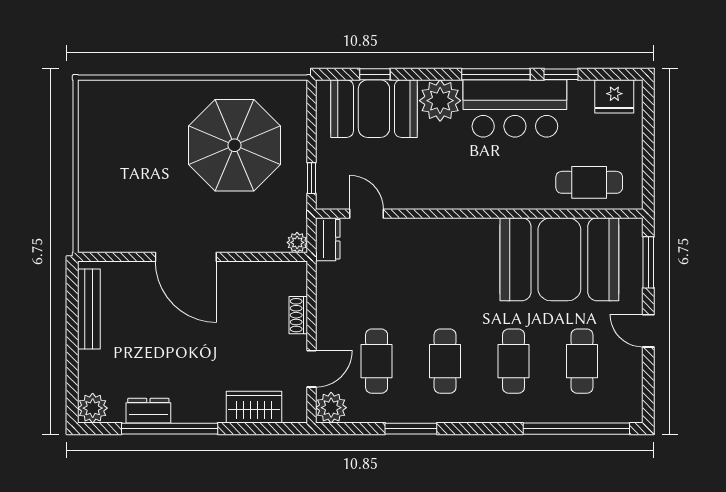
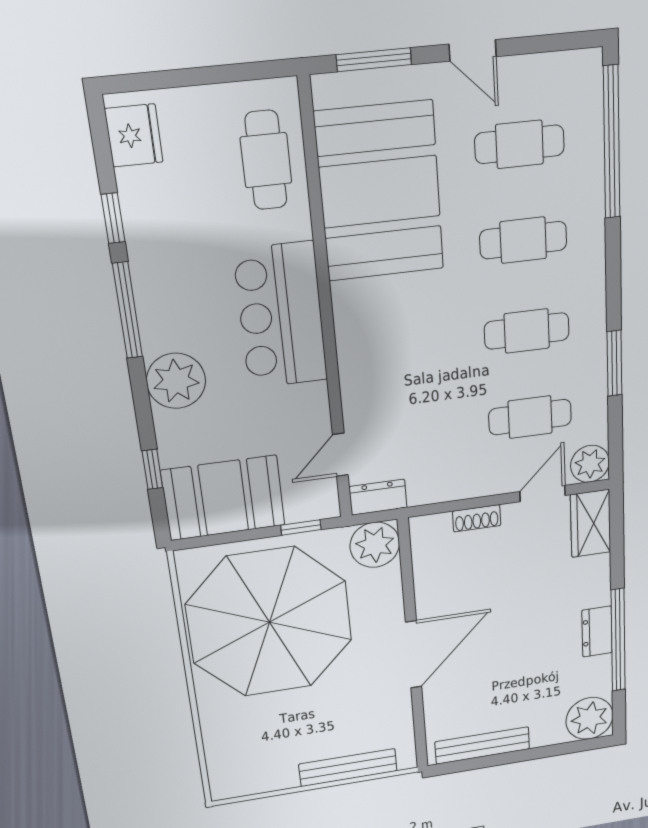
bar counter: (515, 108) -> (281, 316), moved, turned 180
booth: (374, 109) -> (223, 498), moved, turned 90
parasol: (235, 145) -> (269, 622), width x1.36, depth x1.36
bench: (89, 195) -> (348, 768), added
plant: (297, 242) -> (375, 545), width x1.88, depth x1.88
door: (648, 331) -> (473, 50), hinge flipped
door: (312, 369) -> (543, 494), hinge flipped
wardrobe: (254, 407) -> (591, 523), moved
plant: (93, 408) -> (590, 718), width x1.36, depth x1.36
dresser: (148, 411) -> (597, 632), moved

